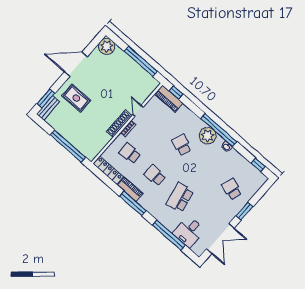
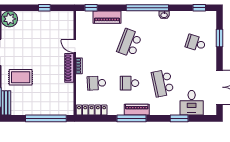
window: (141, 61) -> (44, 8), width x0.32
piano: (169, 99) -> (107, 17), moved
plant: (208, 136) -> (143, 19), removed
school desk: (182, 145) -> (130, 43), width x1.85
piano: (130, 189) -> (137, 110), moved
window: (244, 211) -> (219, 38), moved
window: (169, 235) -> (179, 118), width x0.47

